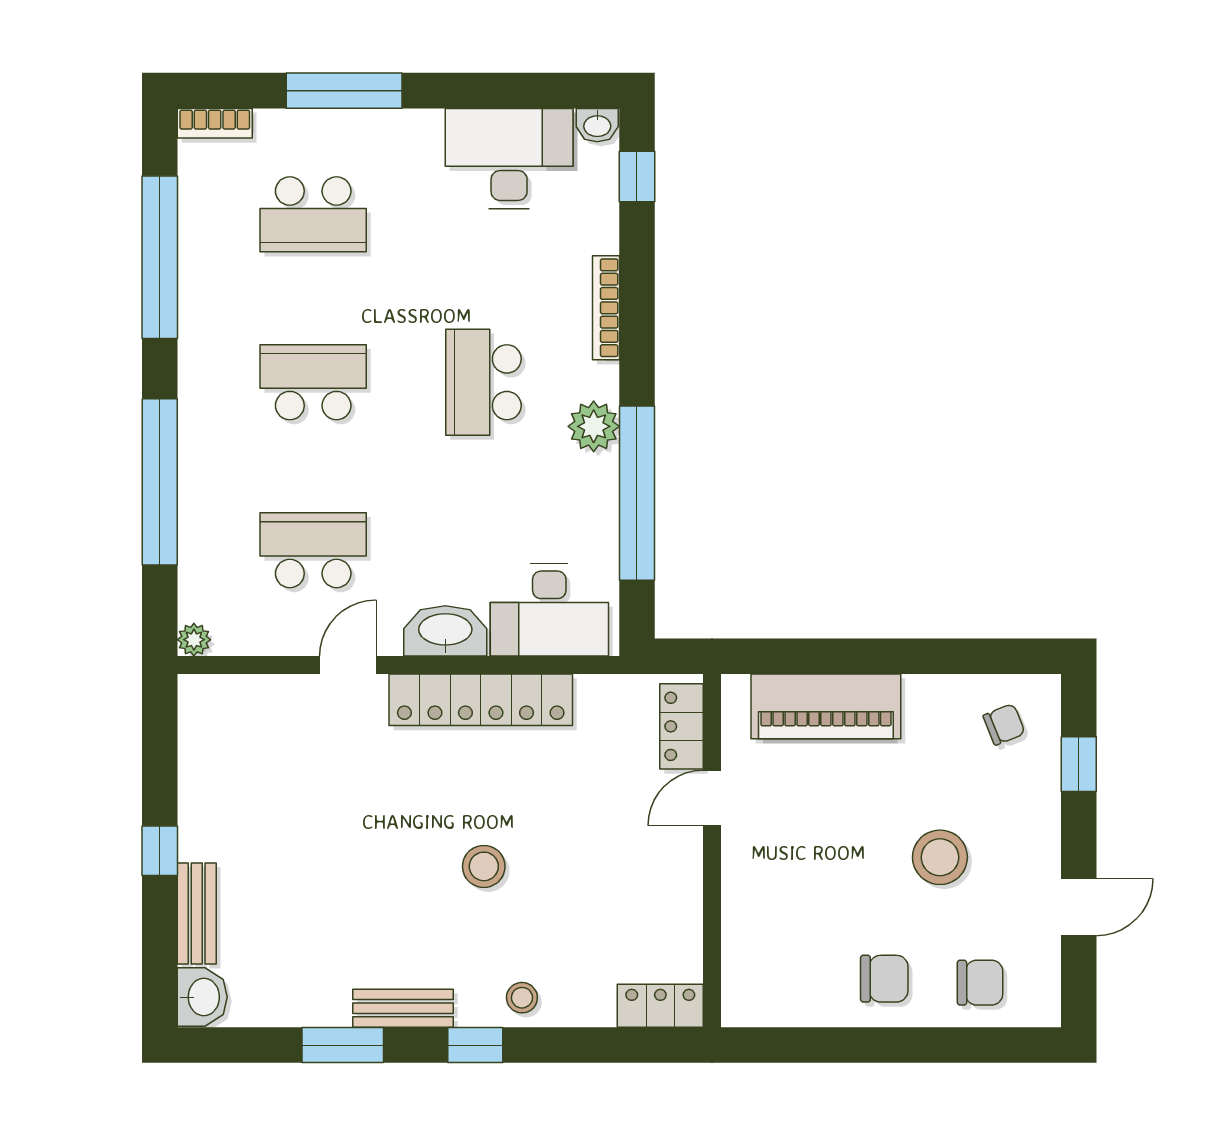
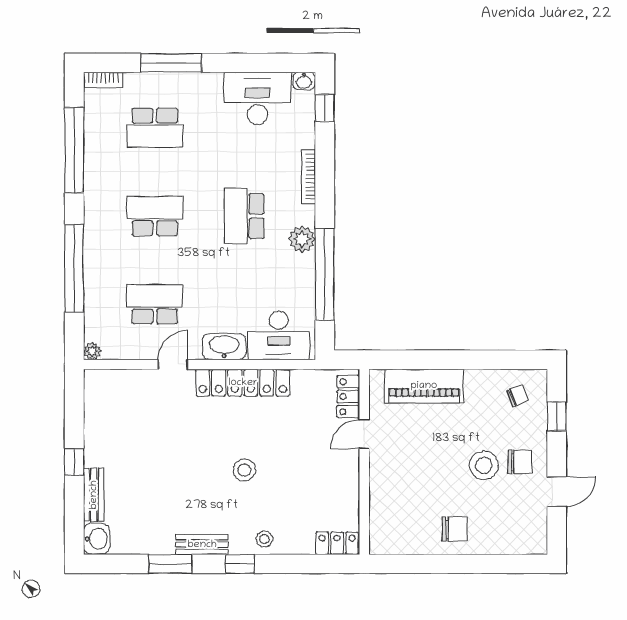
chair: (980, 983) -> (520, 462), moved

